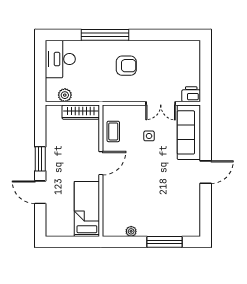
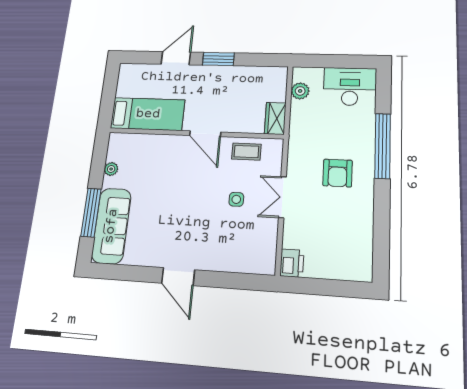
double door: (161, 103) -> (282, 197), moved
wardrobe: (81, 112) -> (275, 118), width x0.67
sofa: (189, 132) -> (111, 226), moved, turned 90

